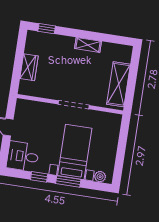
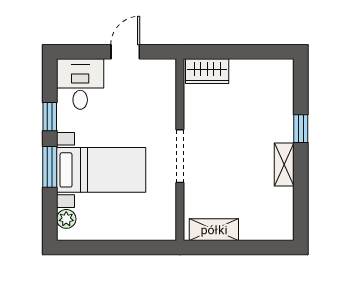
window: (47, 29) -> (301, 129), moved
wardrobe: (29, 67) -> (207, 71), moved
shelving: (119, 84) -> (214, 230), width x0.67, depth x0.75

